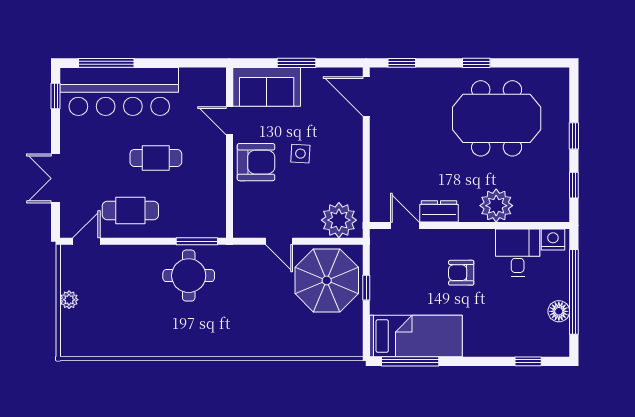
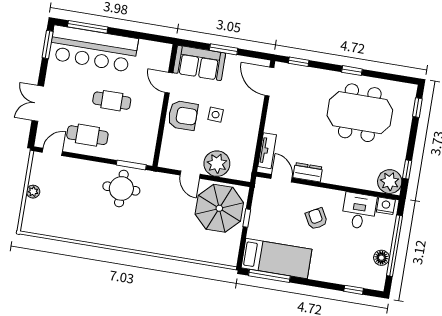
window: (56, 96) -> (48, 45), width x1.50
window: (574, 136) -> (417, 108), moved
tv unit: (379, 191) -> (267, 151), added
plant: (496, 206) -> (390, 182), moved
plant: (339, 220) -> (217, 164), moved
armchair: (461, 273) -> (316, 219), turned 61

